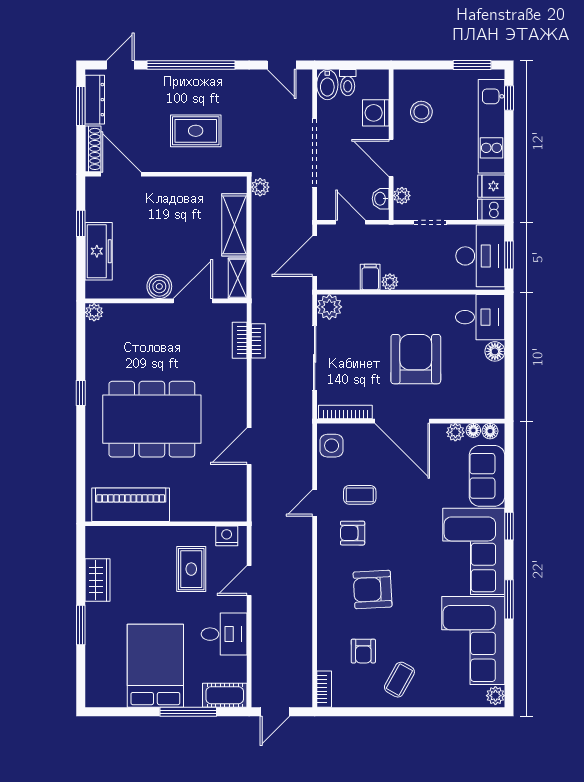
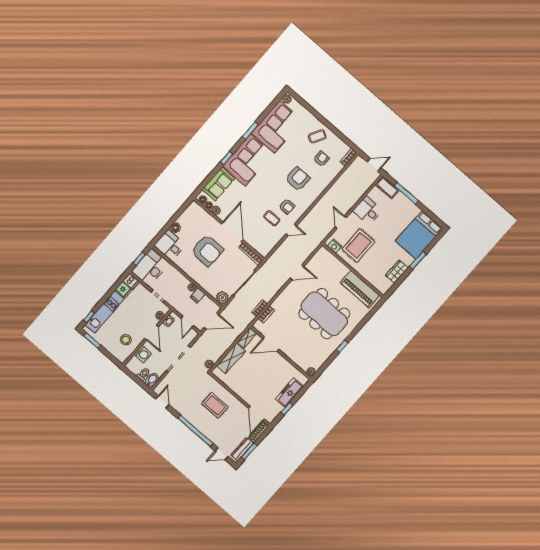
boiler: (159, 286) -> (278, 360), removed
armchair: (416, 359) -> (207, 250), turned -90
side table: (332, 446) -> (266, 246), removed
rug: (191, 569) -> (358, 245), width x1.36, depth x1.43
door: (249, 581) -> (341, 222), swing flipped
armchair: (373, 589) -> (298, 179), turned -87
bed: (155, 666) -> (419, 235), moved

